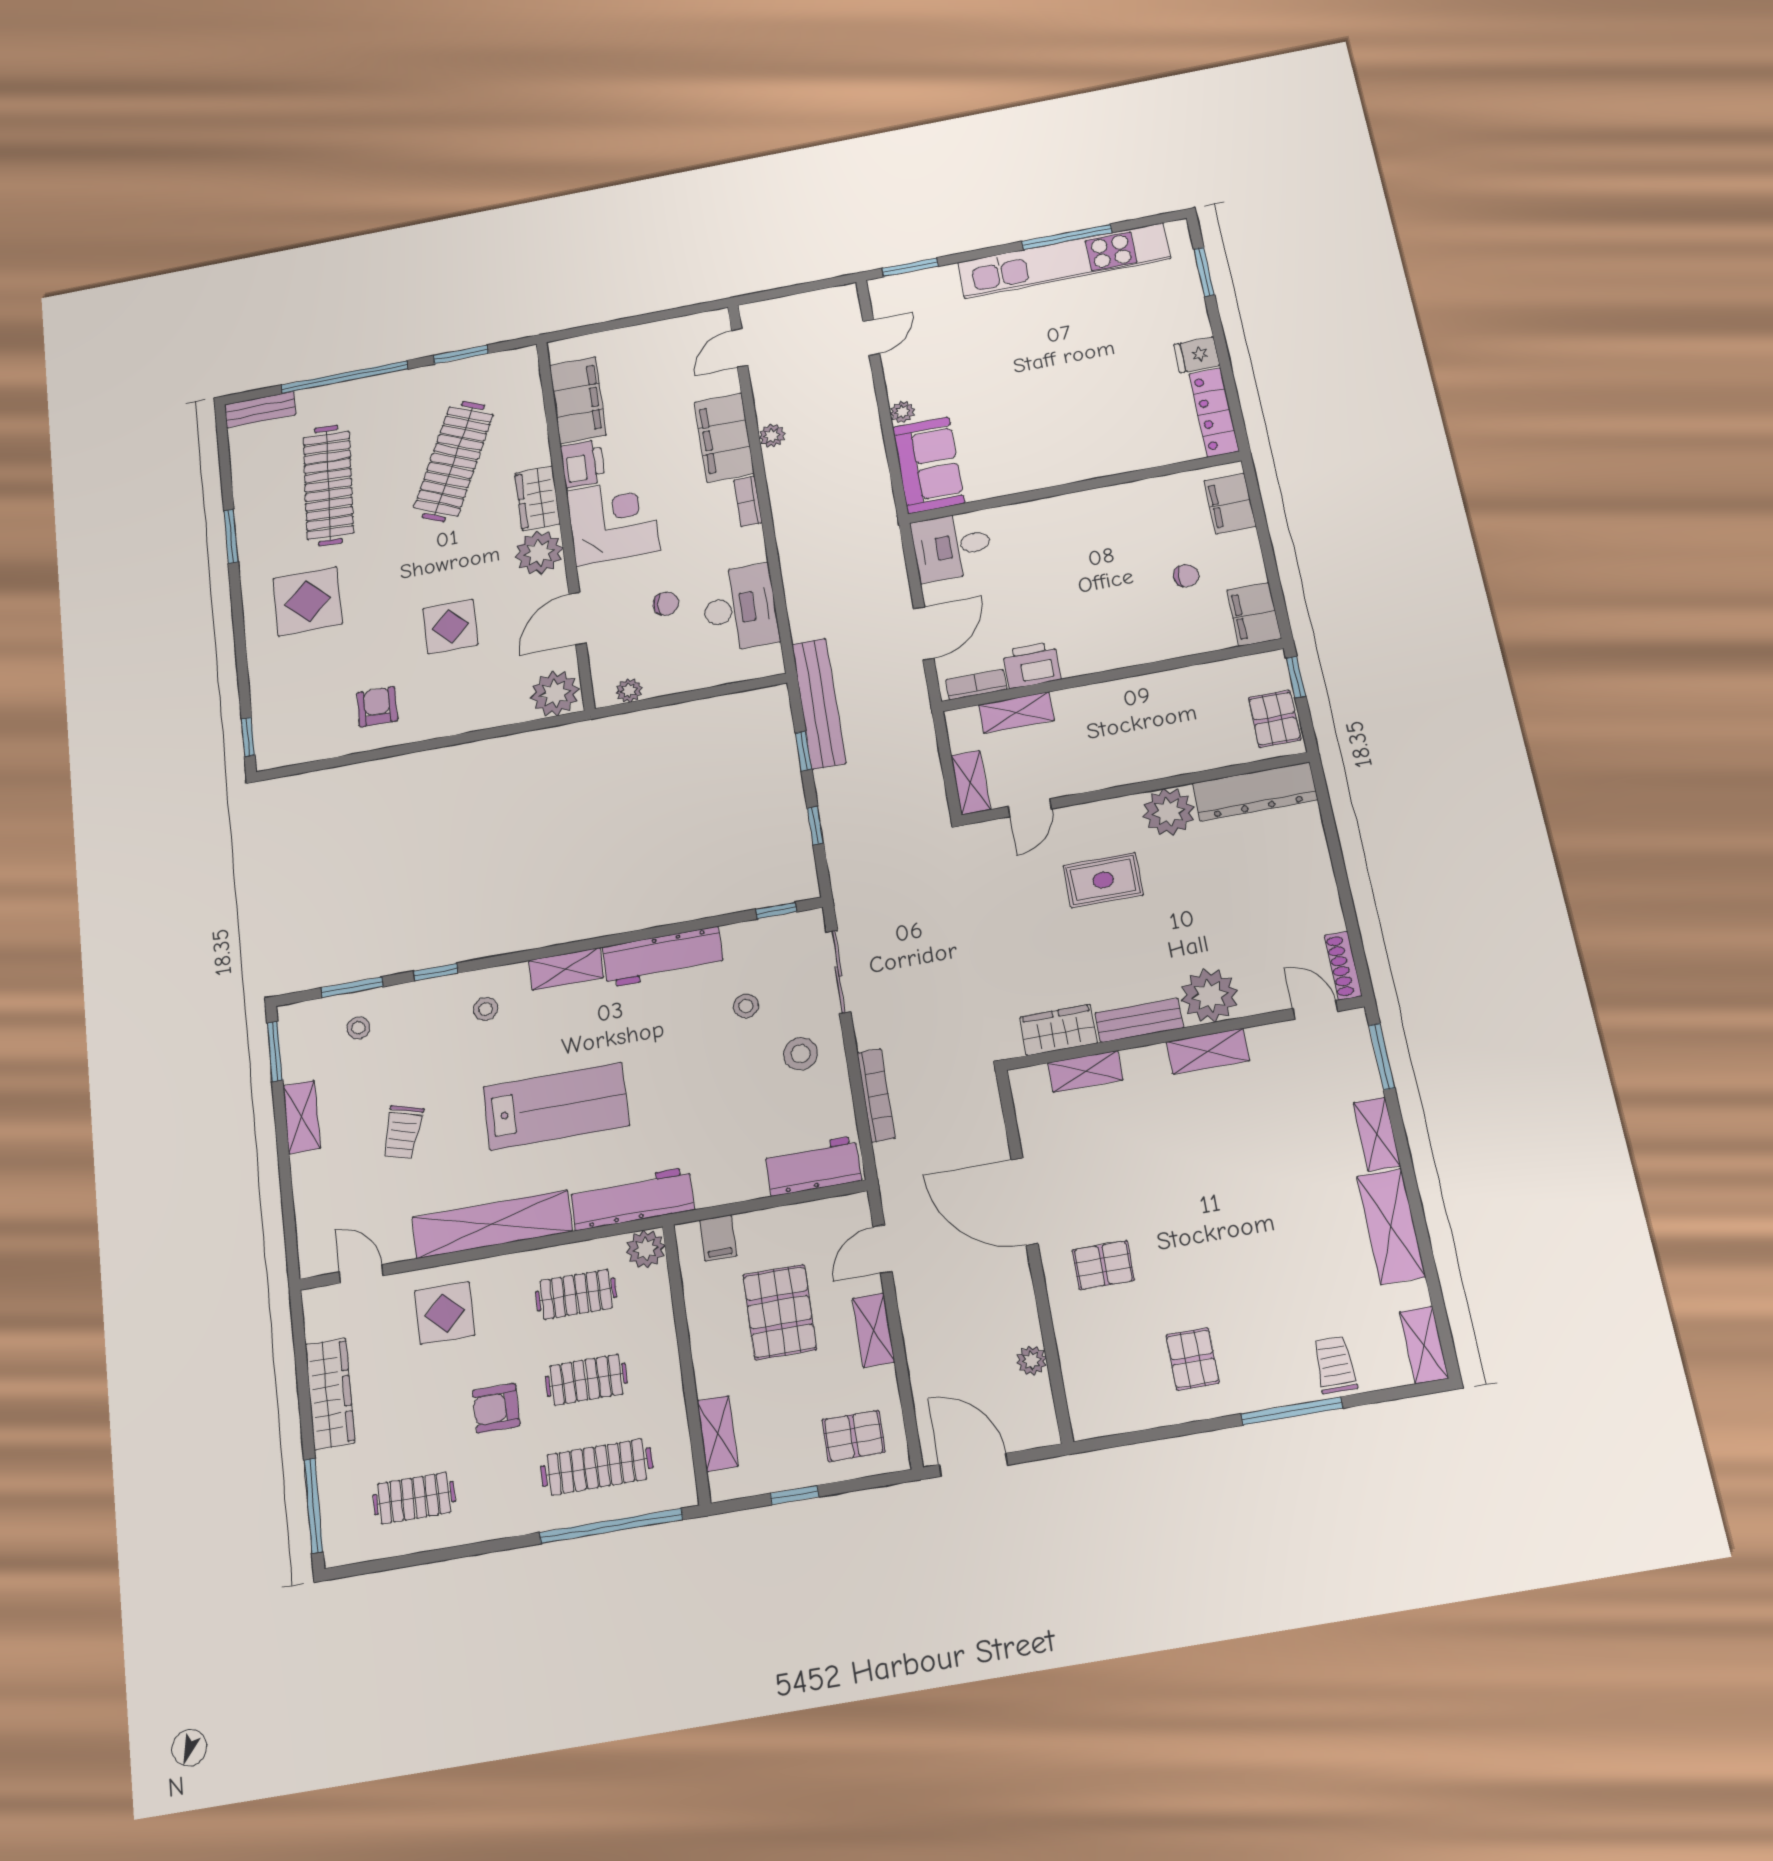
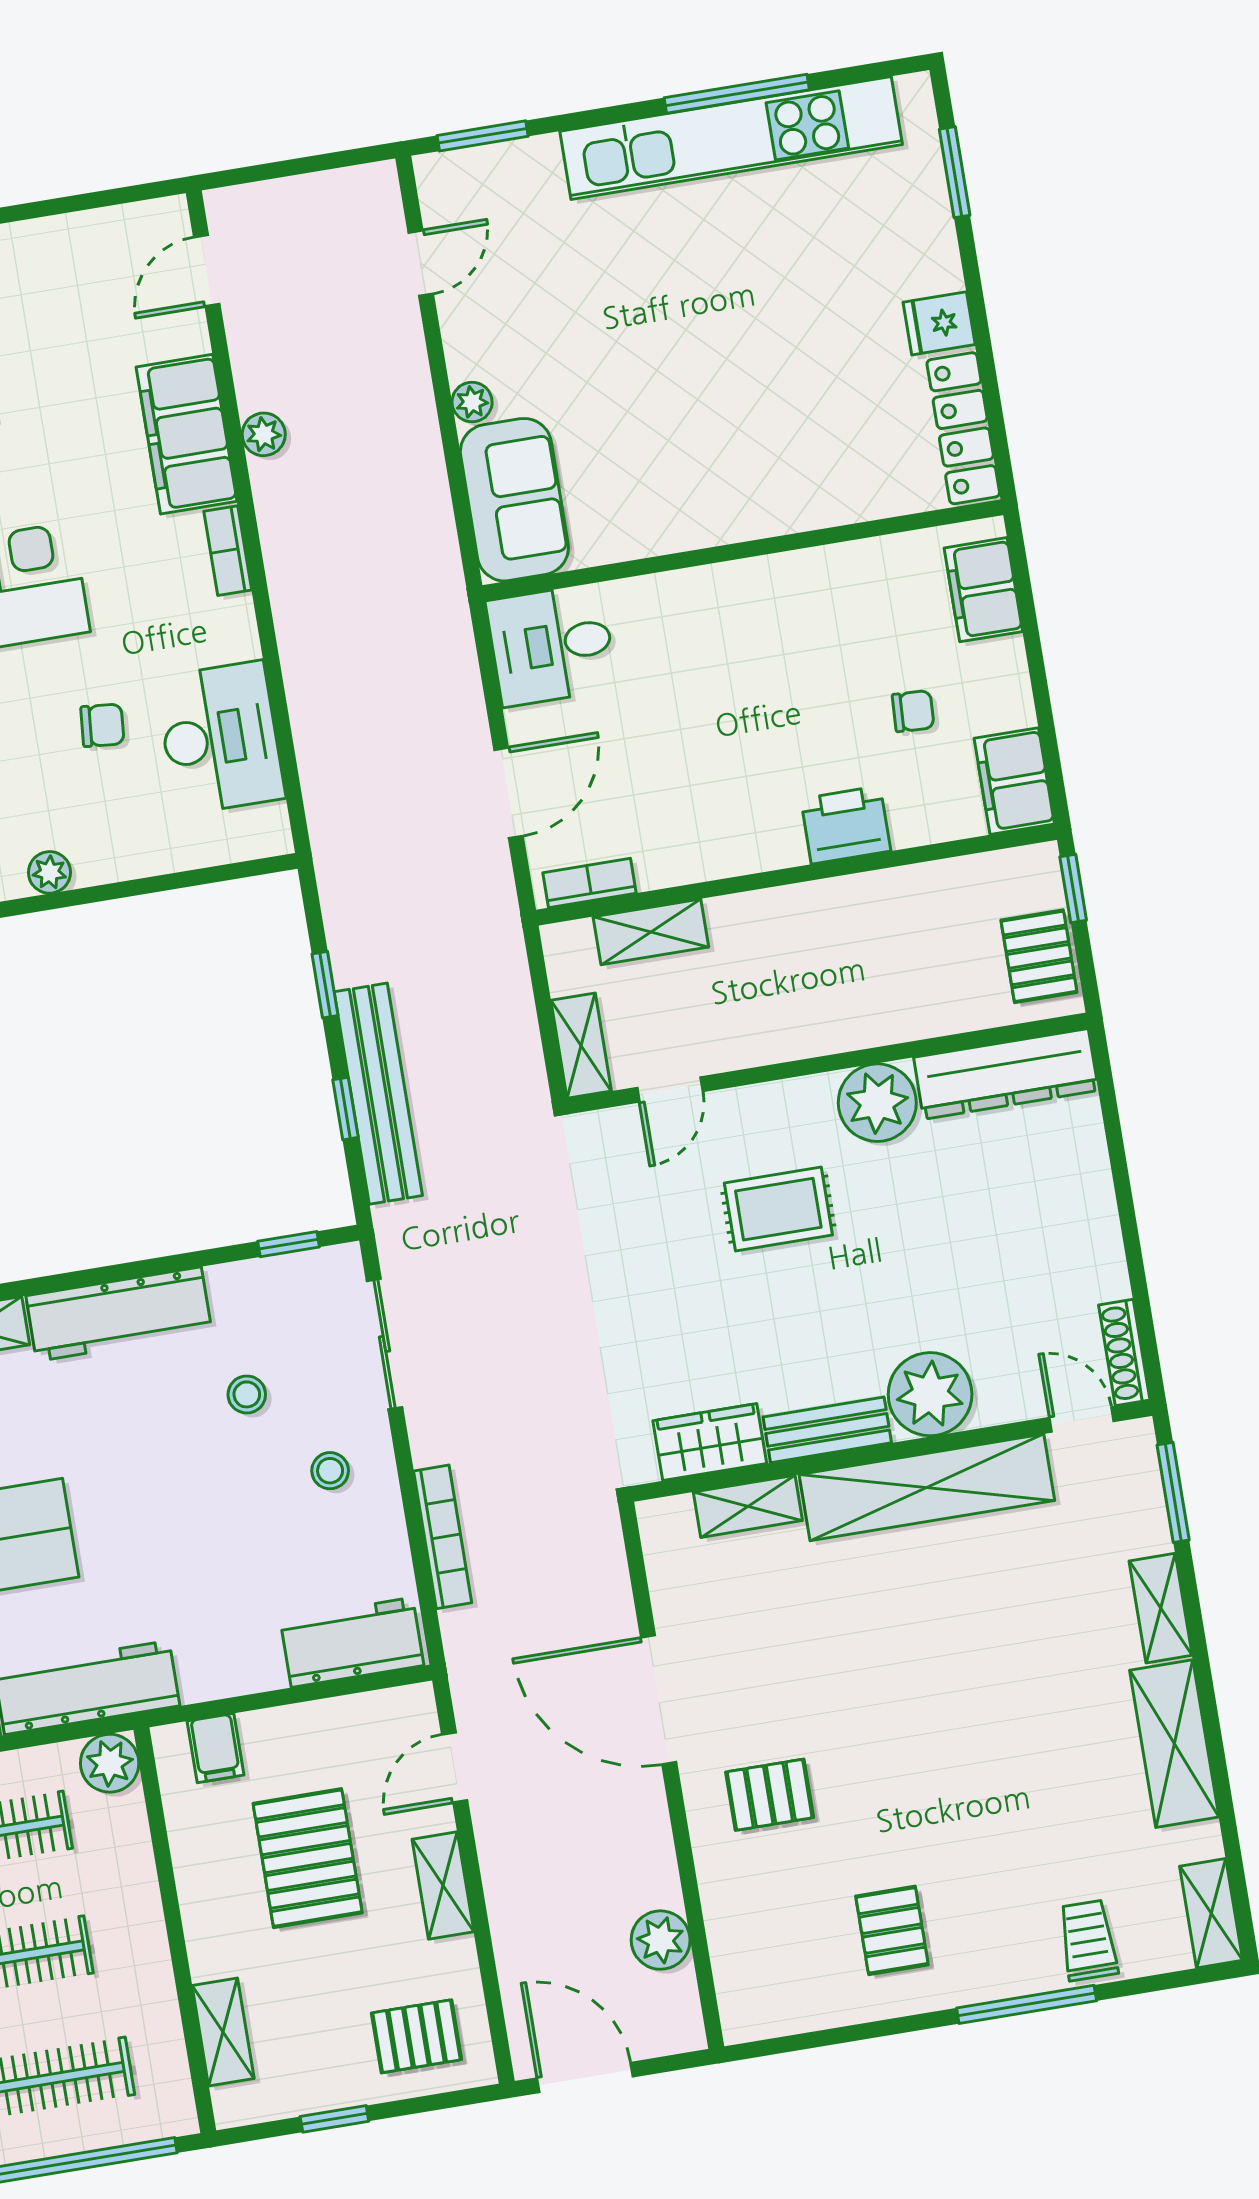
printer: (1032, 665) -> (846, 825), moved
bench: (819, 704) -> (378, 1094), moved
shelving: (1208, 1051) -> (927, 1487), width x2.20, depth x1.33
stool: (801, 1054) -> (330, 1471), width x0.73, depth x0.73
plant: (1032, 1360) -> (661, 1940), width x1.38, depth x1.38

